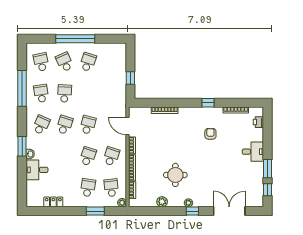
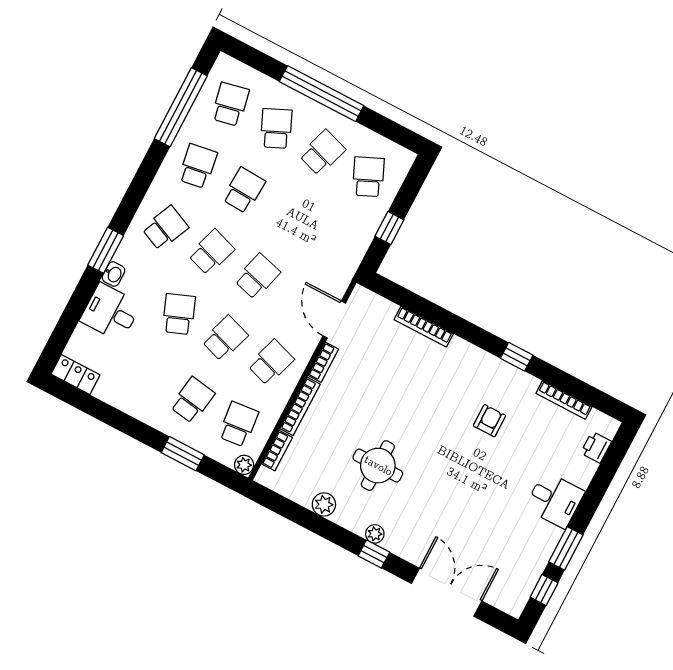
school desk: (111, 62) -> (368, 177), added
window: (22, 88) -> (181, 107), moved
school desk: (65, 156) -> (179, 314), added
locker: (53, 202) -> (75, 375), moved

